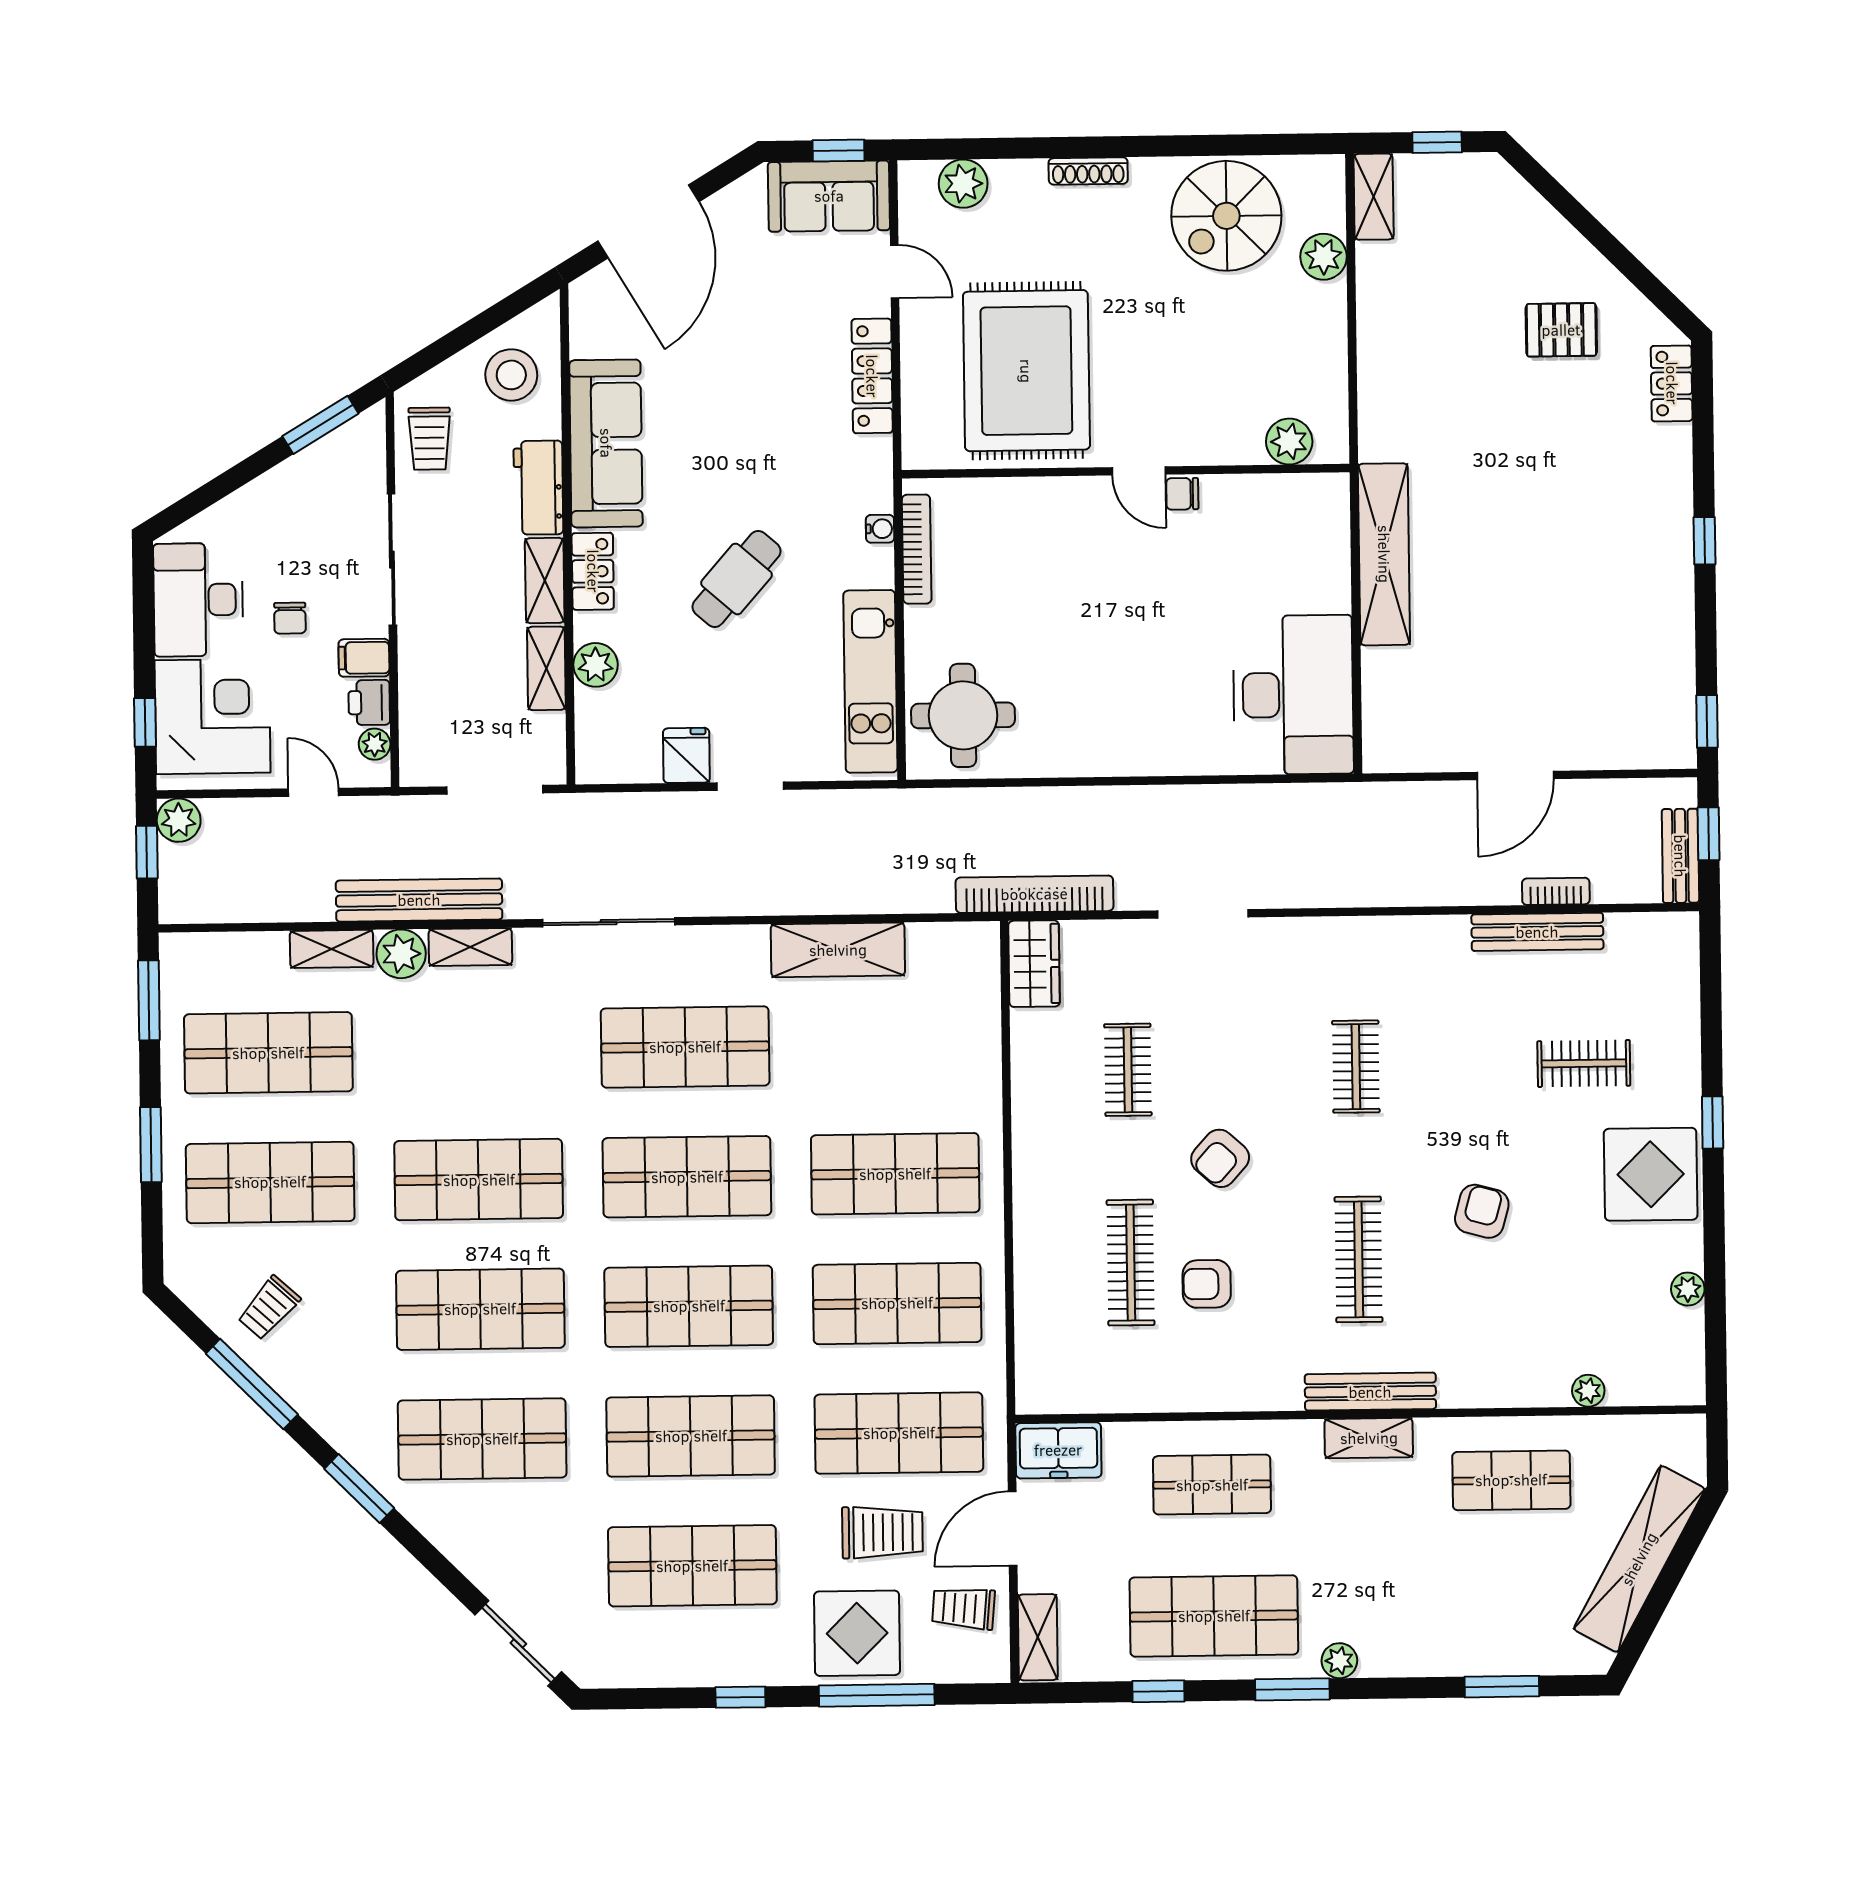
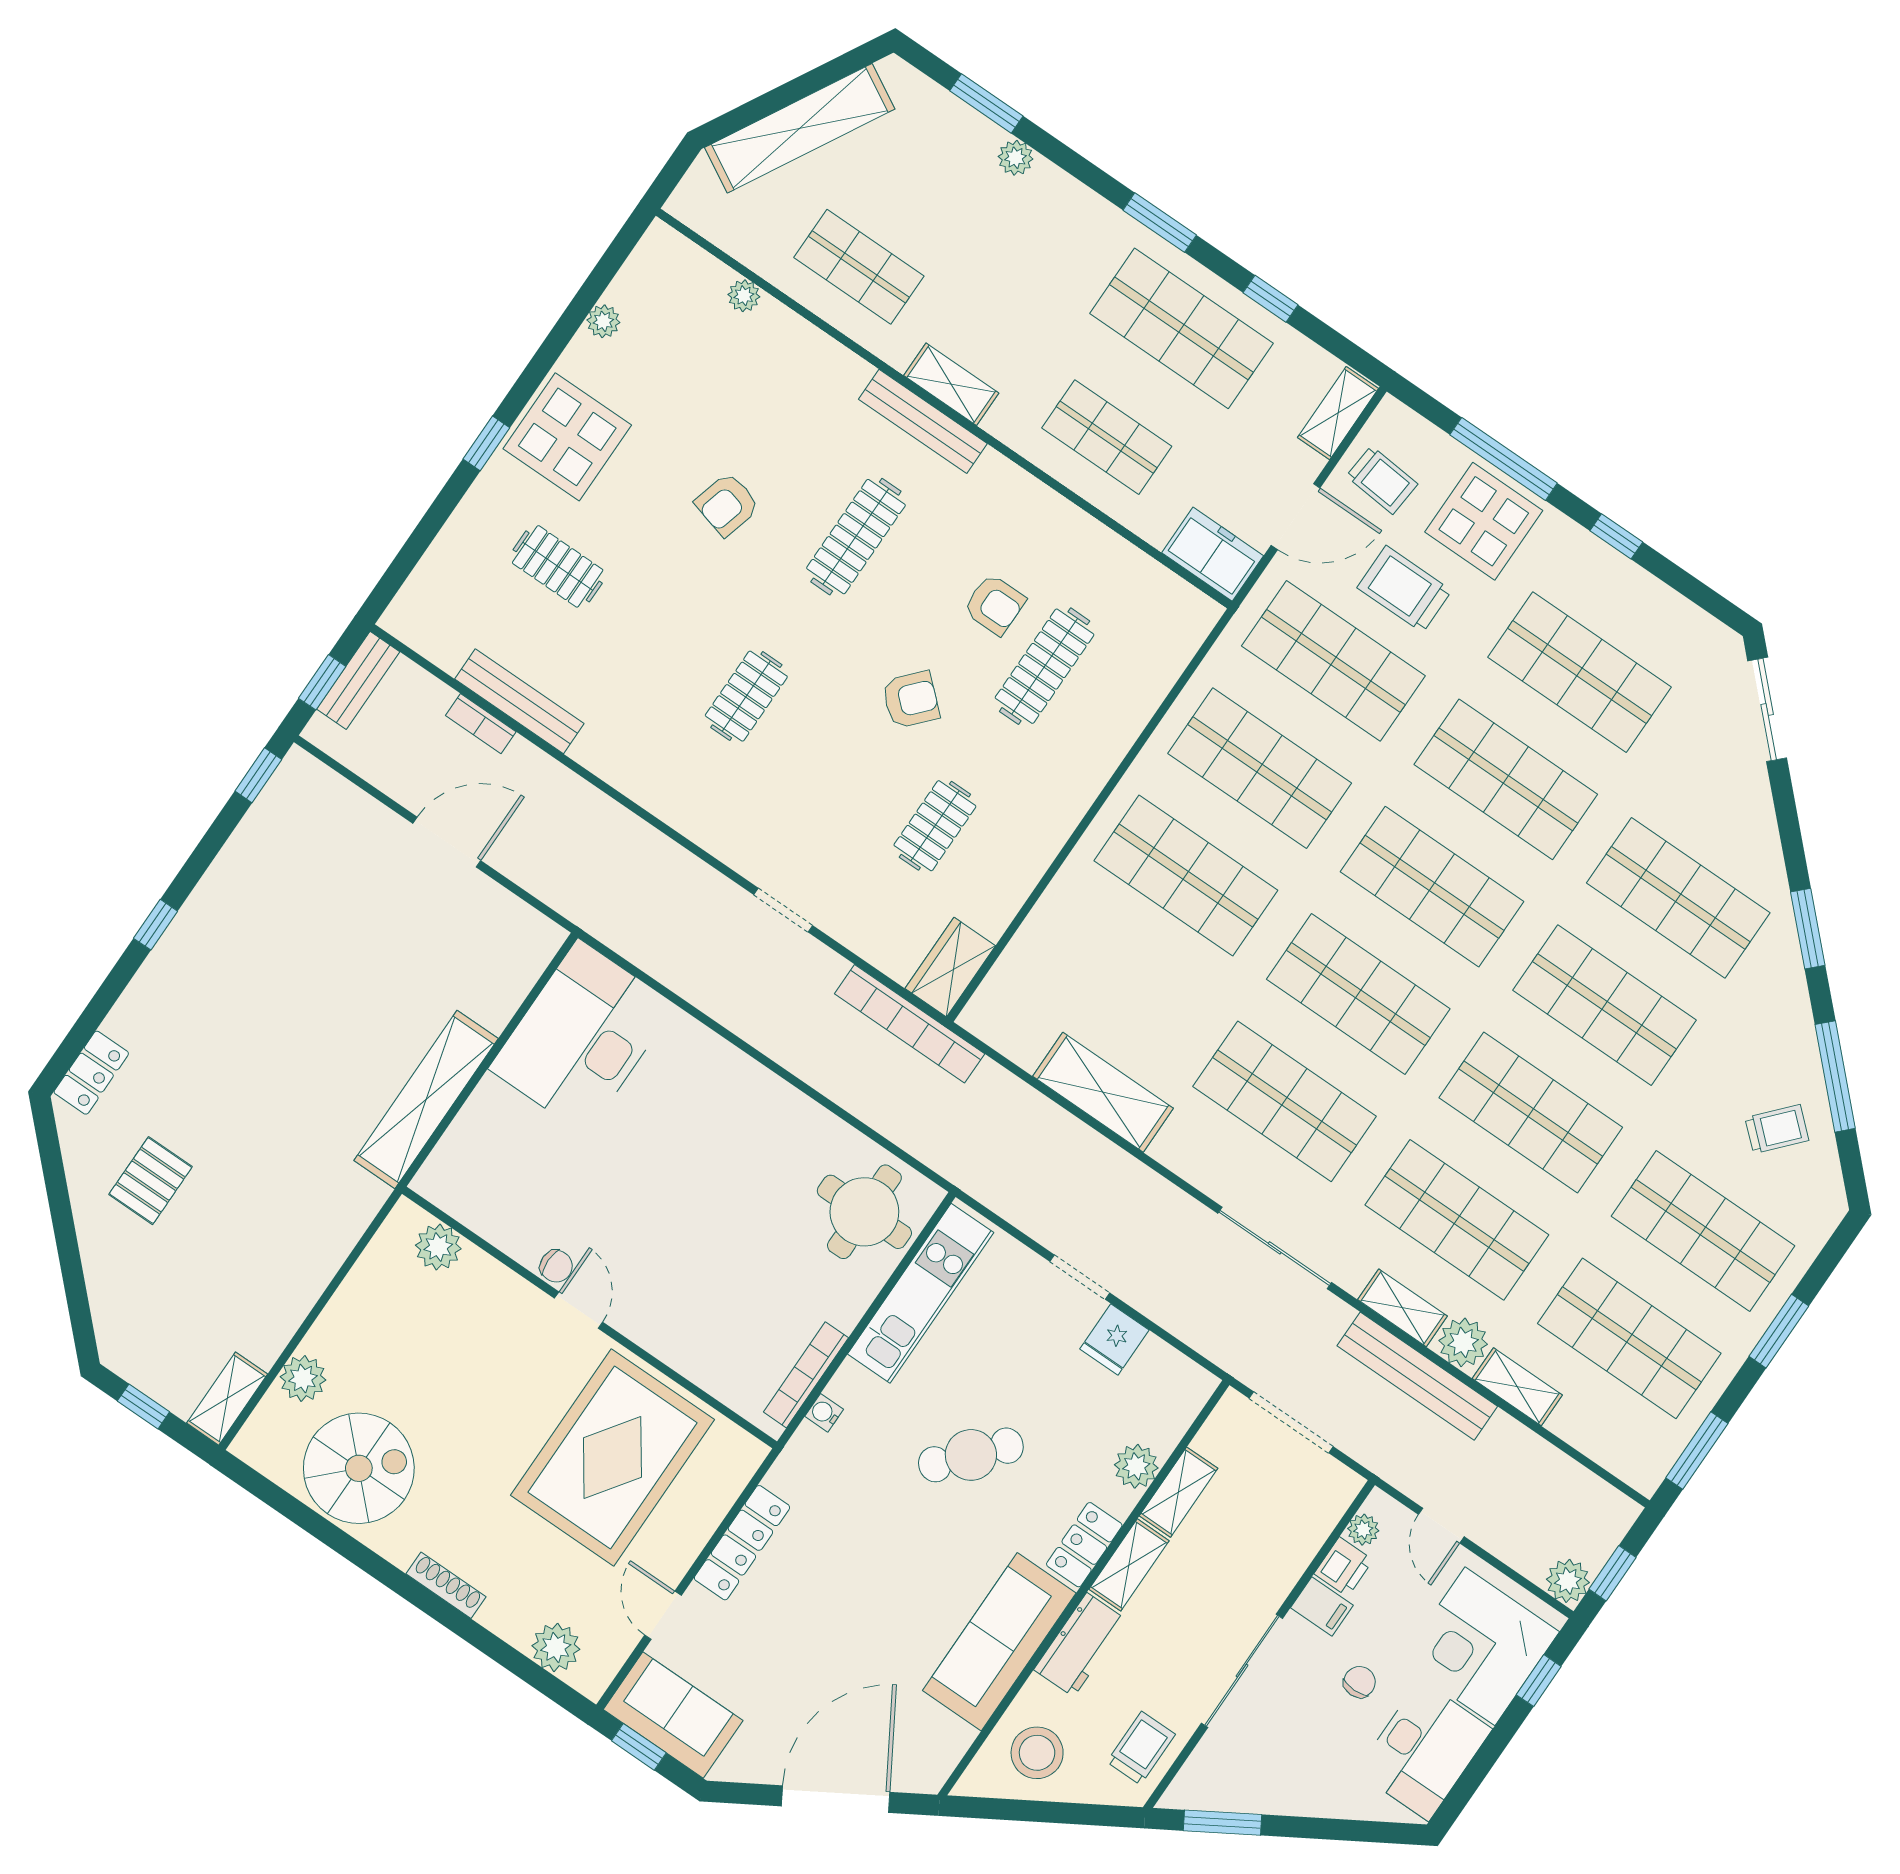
pallet: (1561, 330) -> (151, 1181), turned 90
doorway: (1203, 914) -> (783, 910), width x0.73
shop shelf: (477, 1050) -> (1457, 1220), added
plant: (1339, 1661) -> (1016, 158), moved

